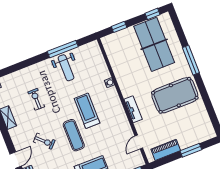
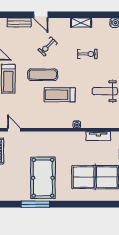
window: (191, 60) -> (35, 204), moved
tv unit: (133, 109) -> (98, 136), moved
treadmill: (87, 111) -> (60, 95), turned 180

